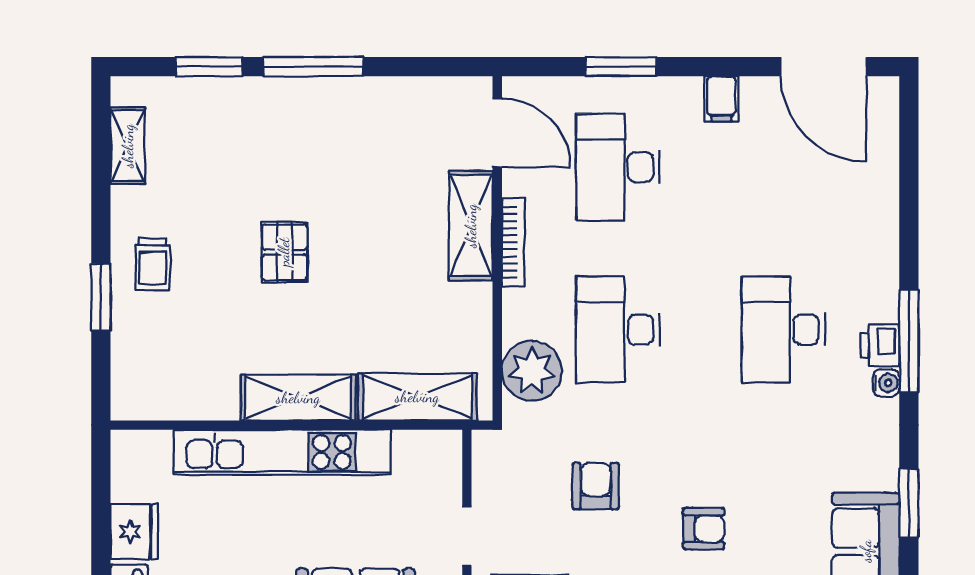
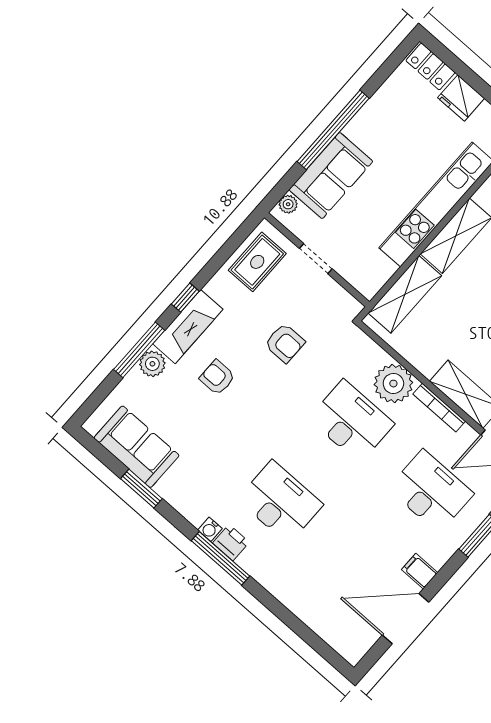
door: (824, 67) -> (406, 619), moved
plant: (532, 371) -> (393, 384), moved
armchair: (704, 529) -> (217, 377), turned 90

